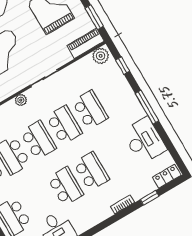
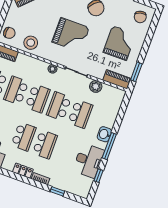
plant: (101, 56) -> (96, 86), moved
window: (123, 66) -> (98, 176), moved
washbasin: (131, 102) -> (104, 134), added
school desk: (64, 125) -> (59, 106), turned 180
locker: (167, 176) -> (23, 171), moved

